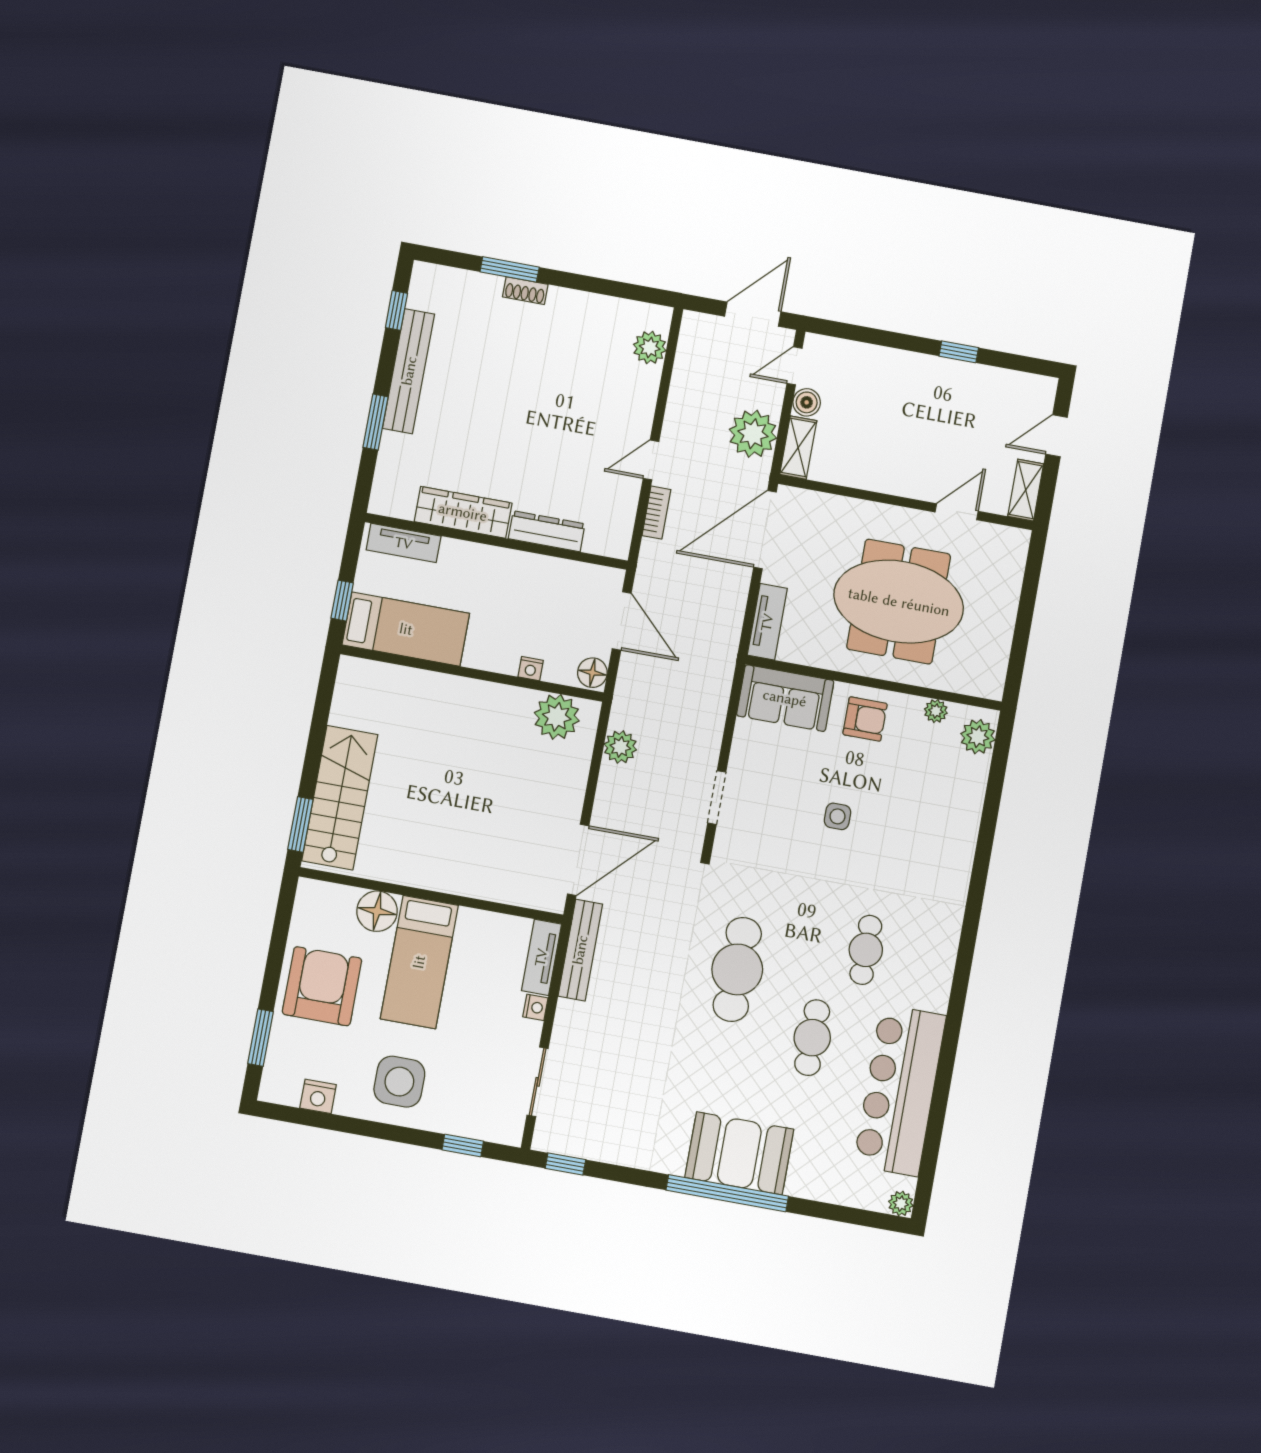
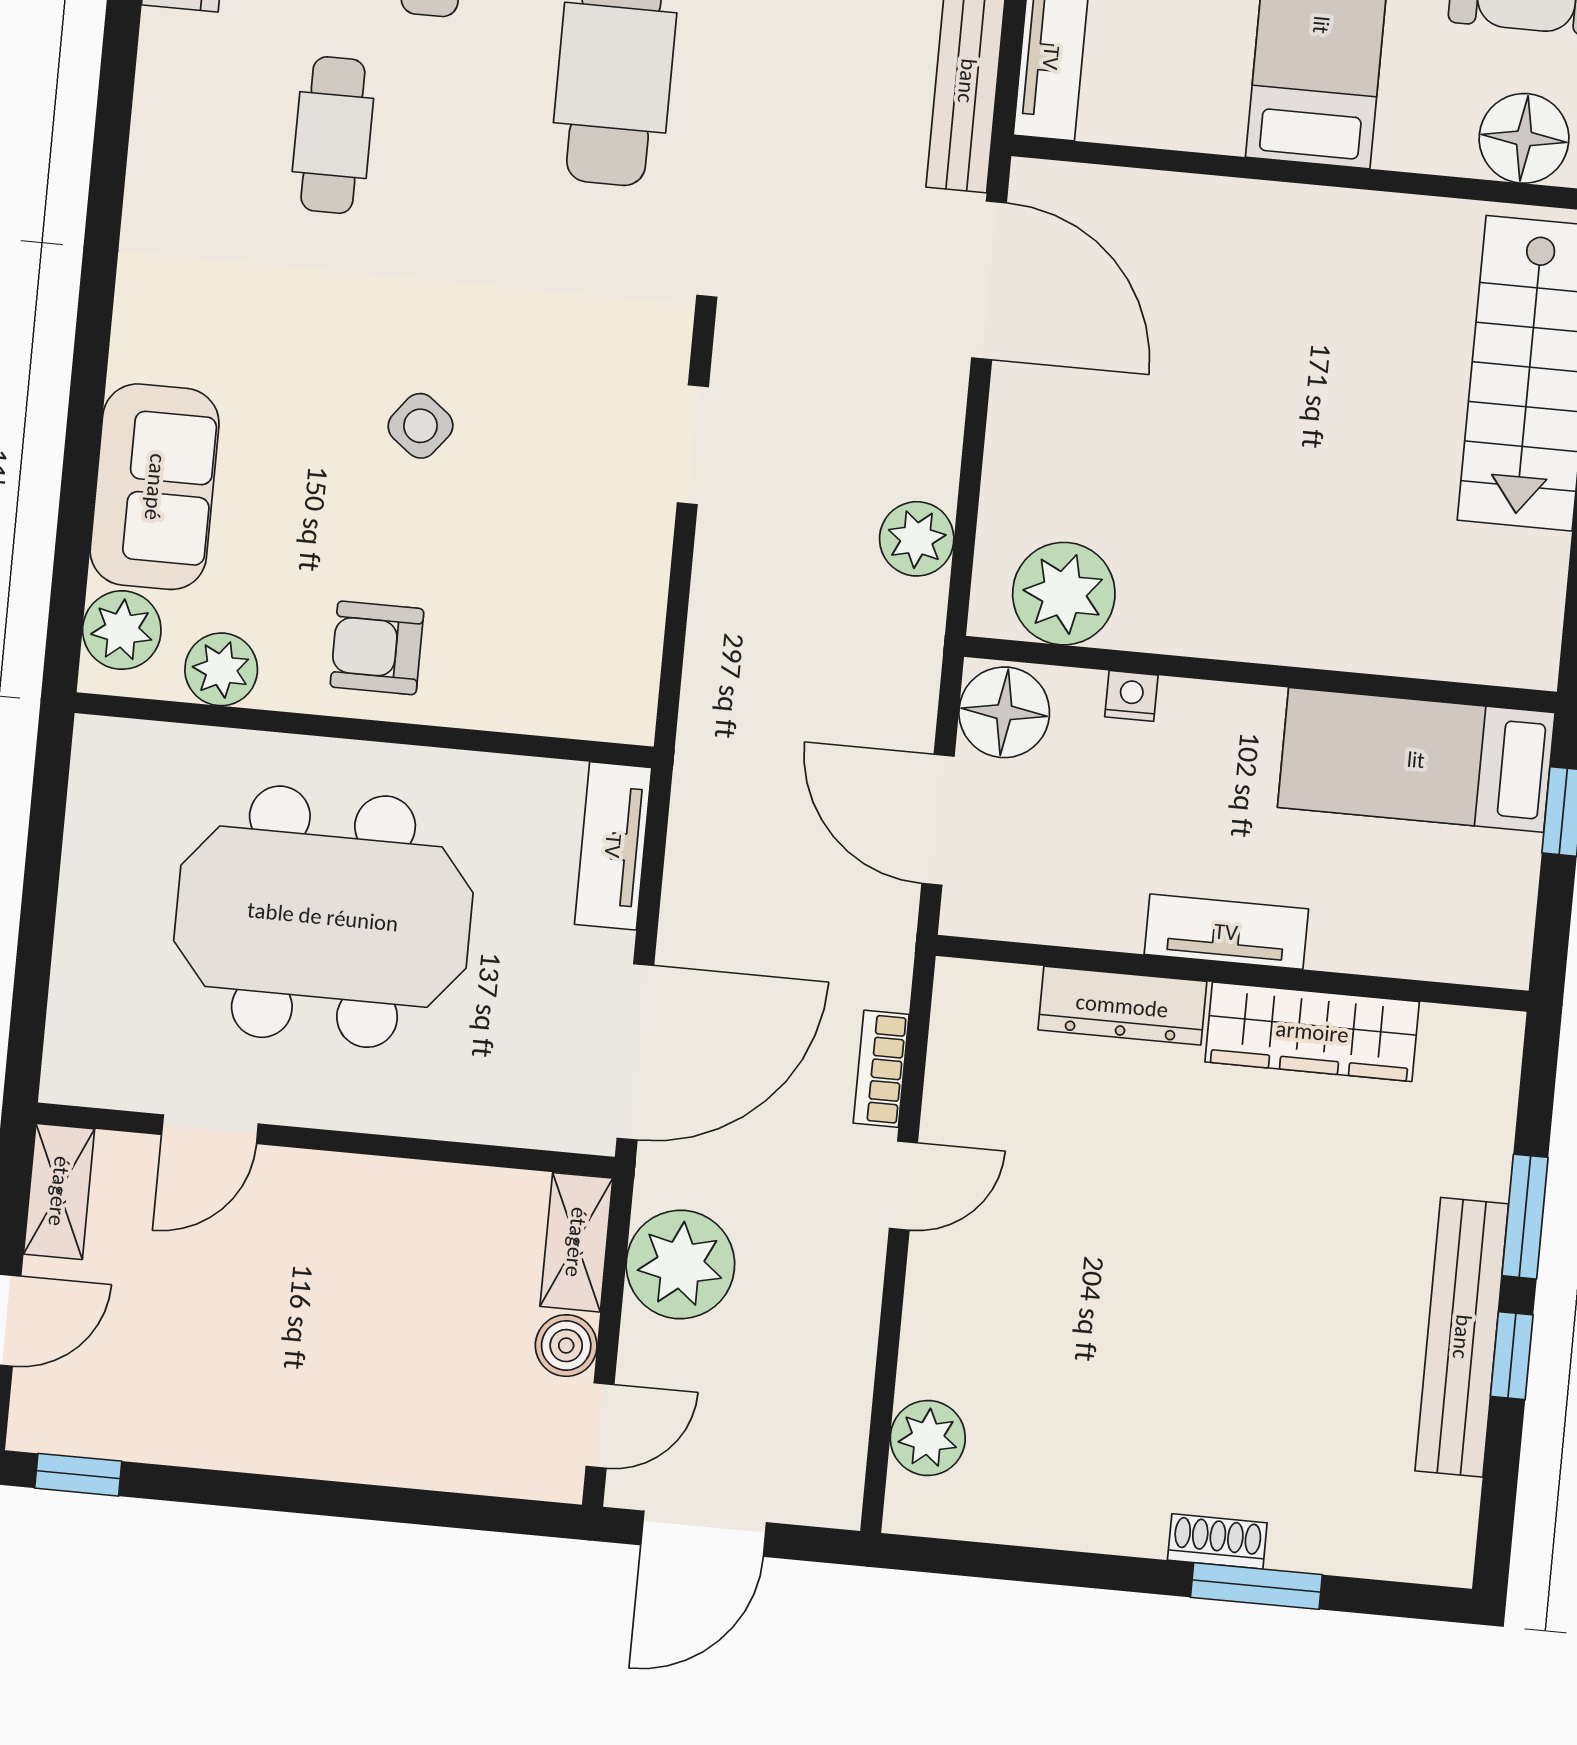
window: (396, 310) -> (1512, 1356), moved
window: (959, 352) -> (78, 1475), moved
tv unit: (404, 543) -> (1226, 932), moved
floor lamp: (592, 673) -> (1004, 712), width x1.38, depth x1.38
sofa: (785, 698) -> (155, 487), moved, turned 90
plant: (936, 711) -> (221, 669), width x1.38, depth x1.38
side table: (837, 816) -> (420, 426), turned 38
door: (578, 860) -> (989, 280), swing flipped
floor lamp: (377, 911) -> (1524, 138), moved

